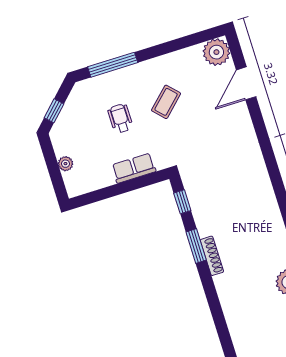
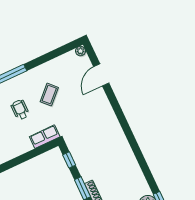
plant: (216, 52) -> (81, 51), width x0.53, depth x0.53
row of seats: (134, 168) -> (45, 137), moved

